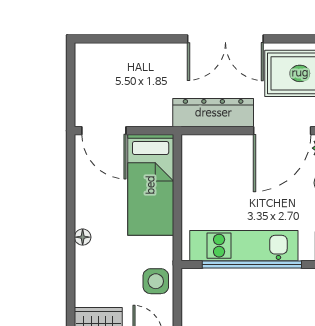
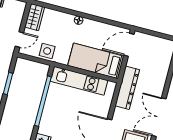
dresser: (213, 113) -> (127, 88), moved
kitchen unit: (244, 246) -> (79, 81), moved, turned 90

